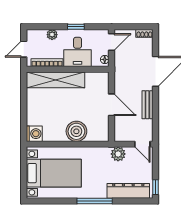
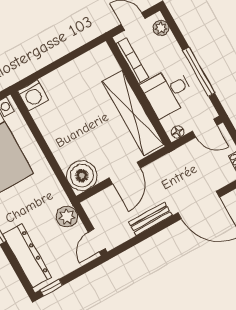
window: (76, 27) -> (199, 72), width x2.17
plant: (52, 35) -> (161, 28), moved
shelving: (56, 80) -> (133, 113), moved
boiler: (76, 131) -> (82, 176), moved

